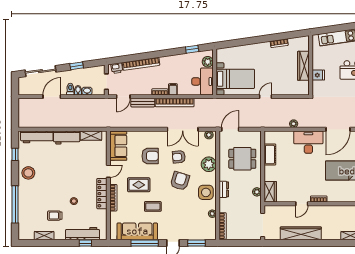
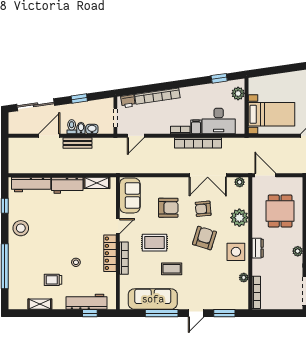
desk: (202, 81) -> (219, 121), moved, turned 90
bench: (143, 103) -> (77, 143), moved
door: (230, 129) -> (265, 175), hinge flipped
dining table: (242, 159) -> (280, 211), turned 90

